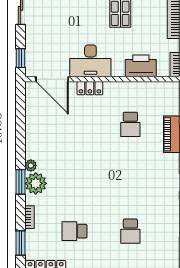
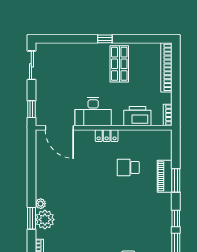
locker: (90, 88) -> (107, 136), moved
school desk: (130, 124) -> (128, 167), turned 90

